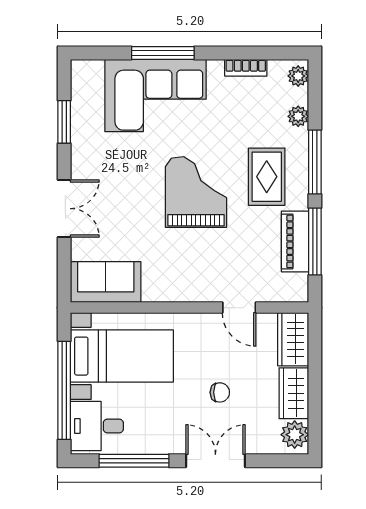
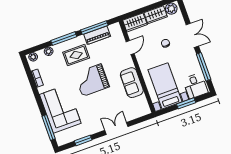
window: (163, 53) -> (49, 128), moved
sofa: (106, 282) -> (132, 83), moved
window: (64, 390) -> (186, 103), width x0.47
double door: (215, 461) -> (192, 35), swing flipped

